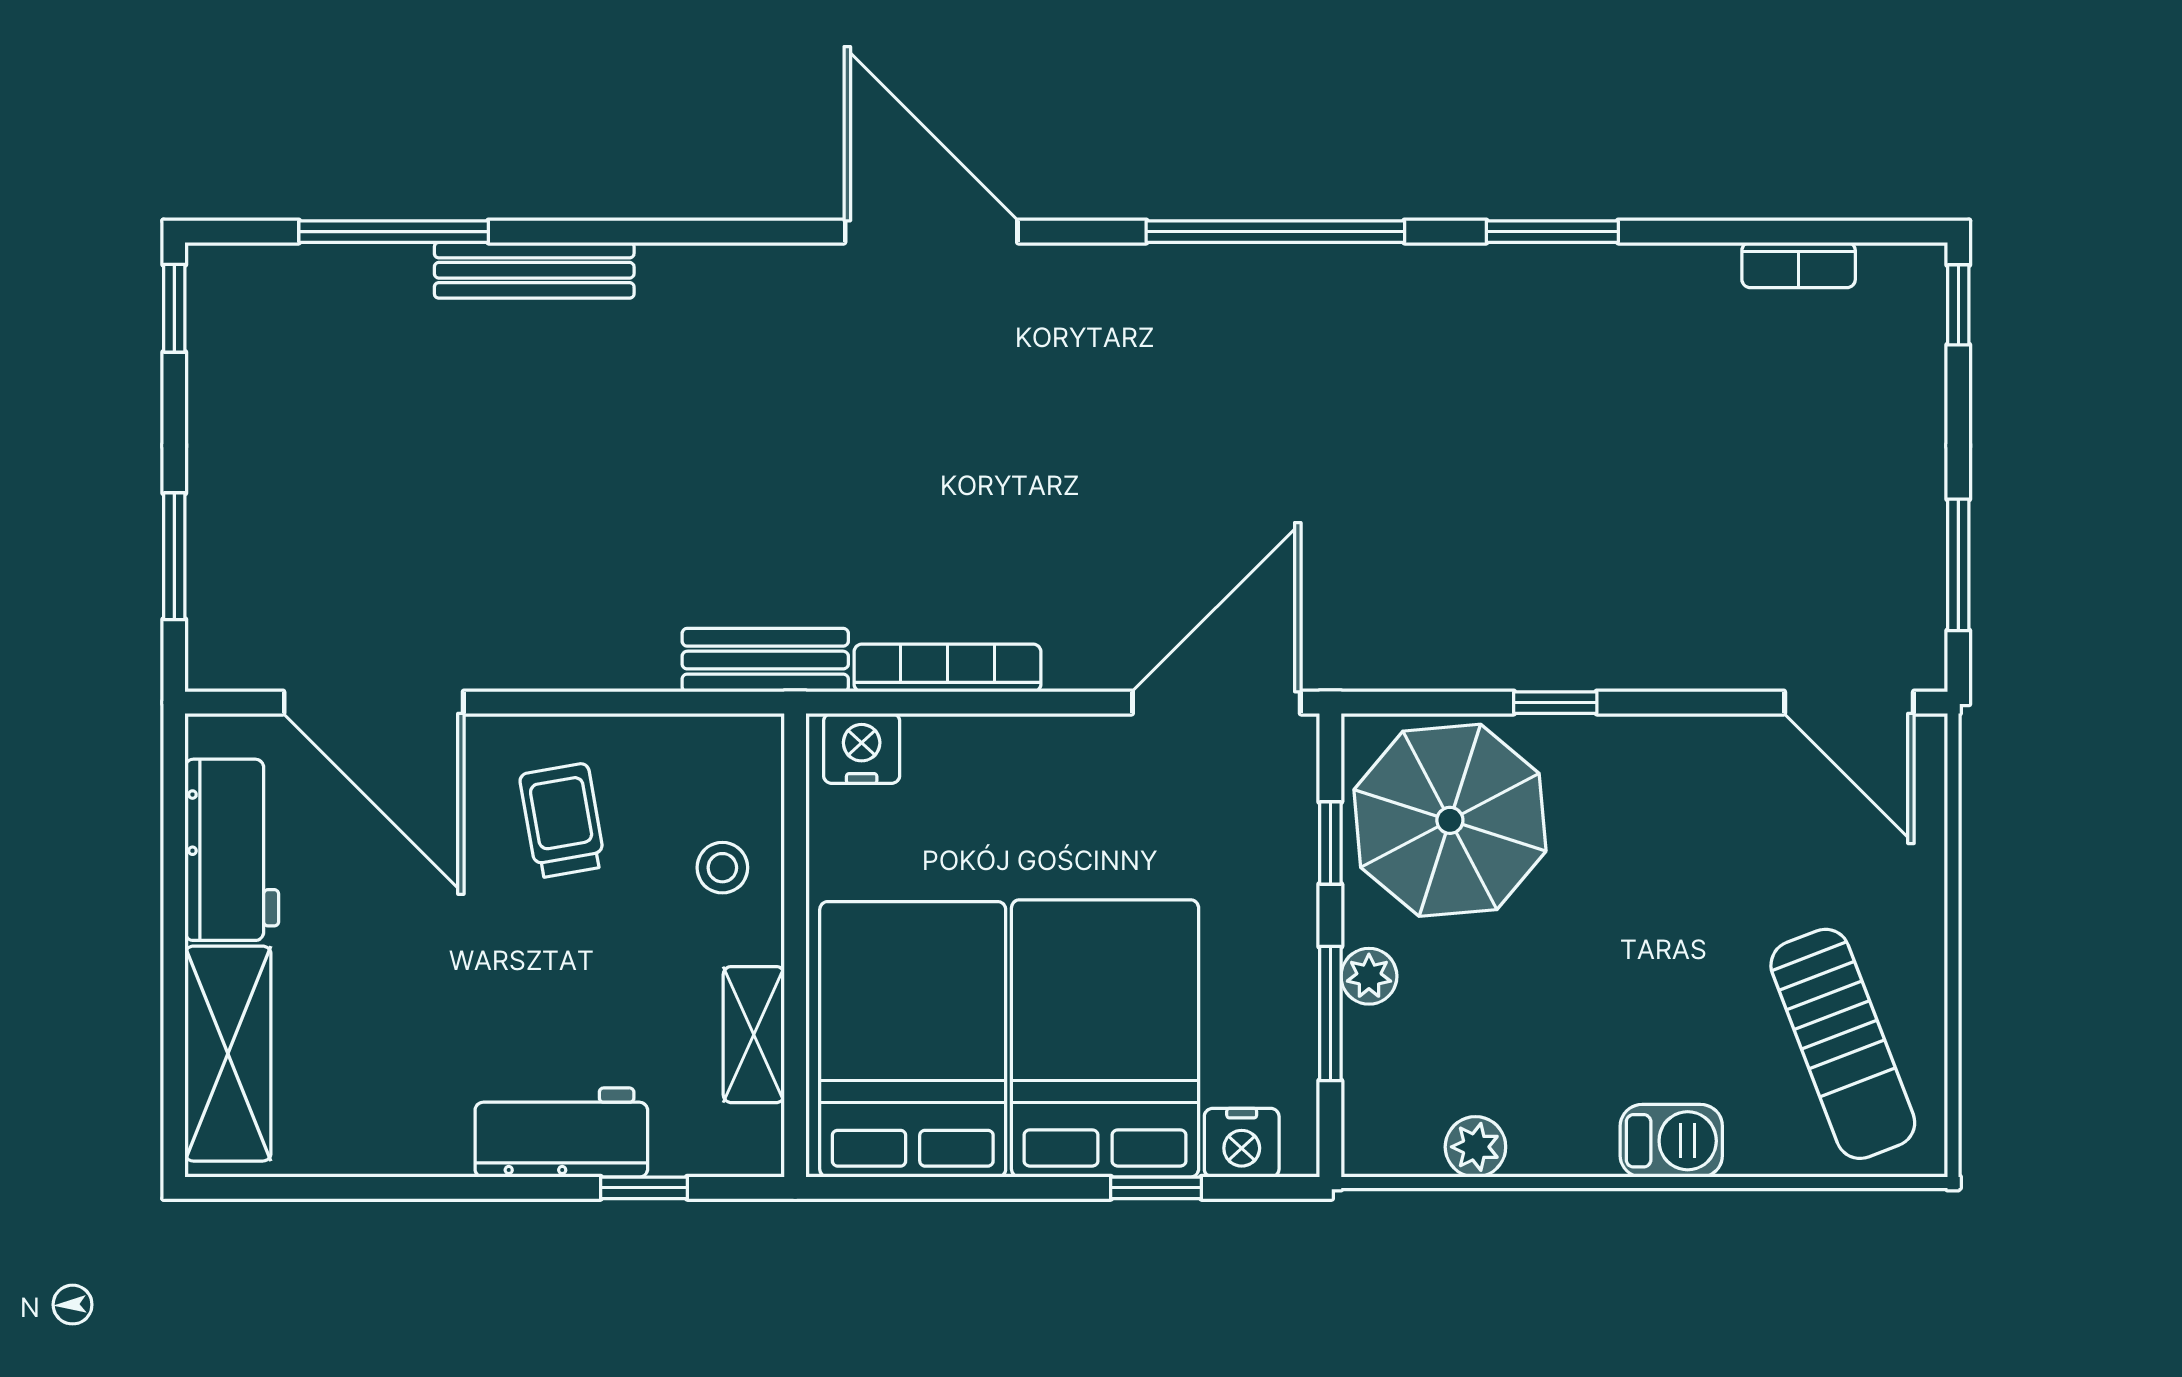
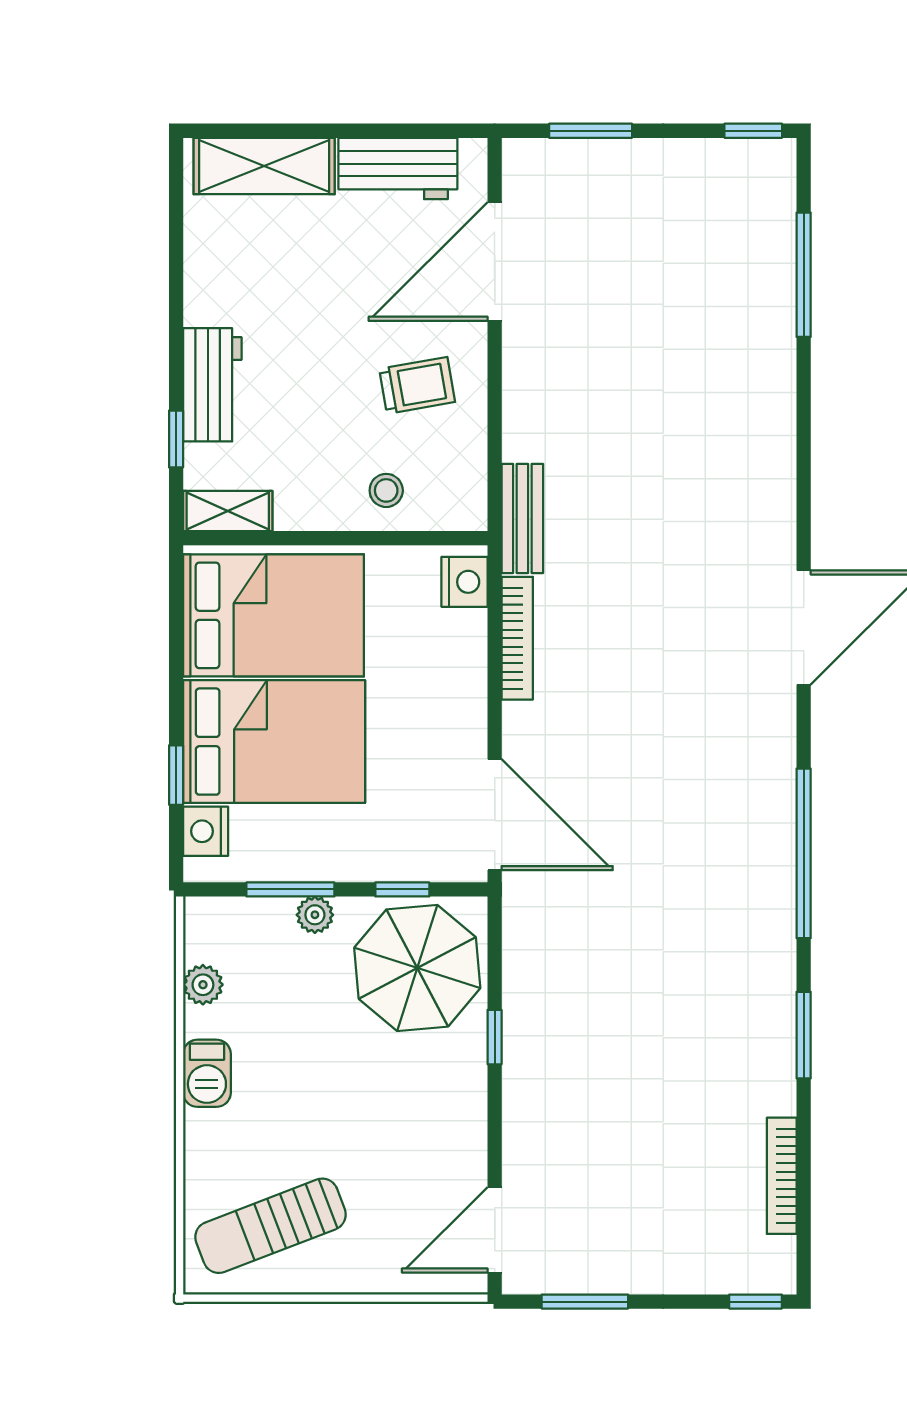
bookcase: (1799, 265) -> (782, 1176), width x1.56
bench: (534, 270) -> (778, 367), removed
shelving: (754, 1035) -> (228, 511), moved
barbecue: (1671, 1141) -> (207, 1073), moved

